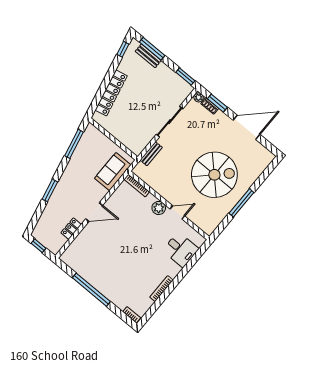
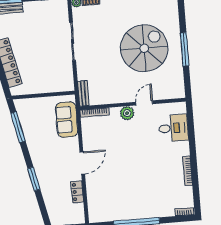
bench: (151, 154) -> (83, 93), moved

